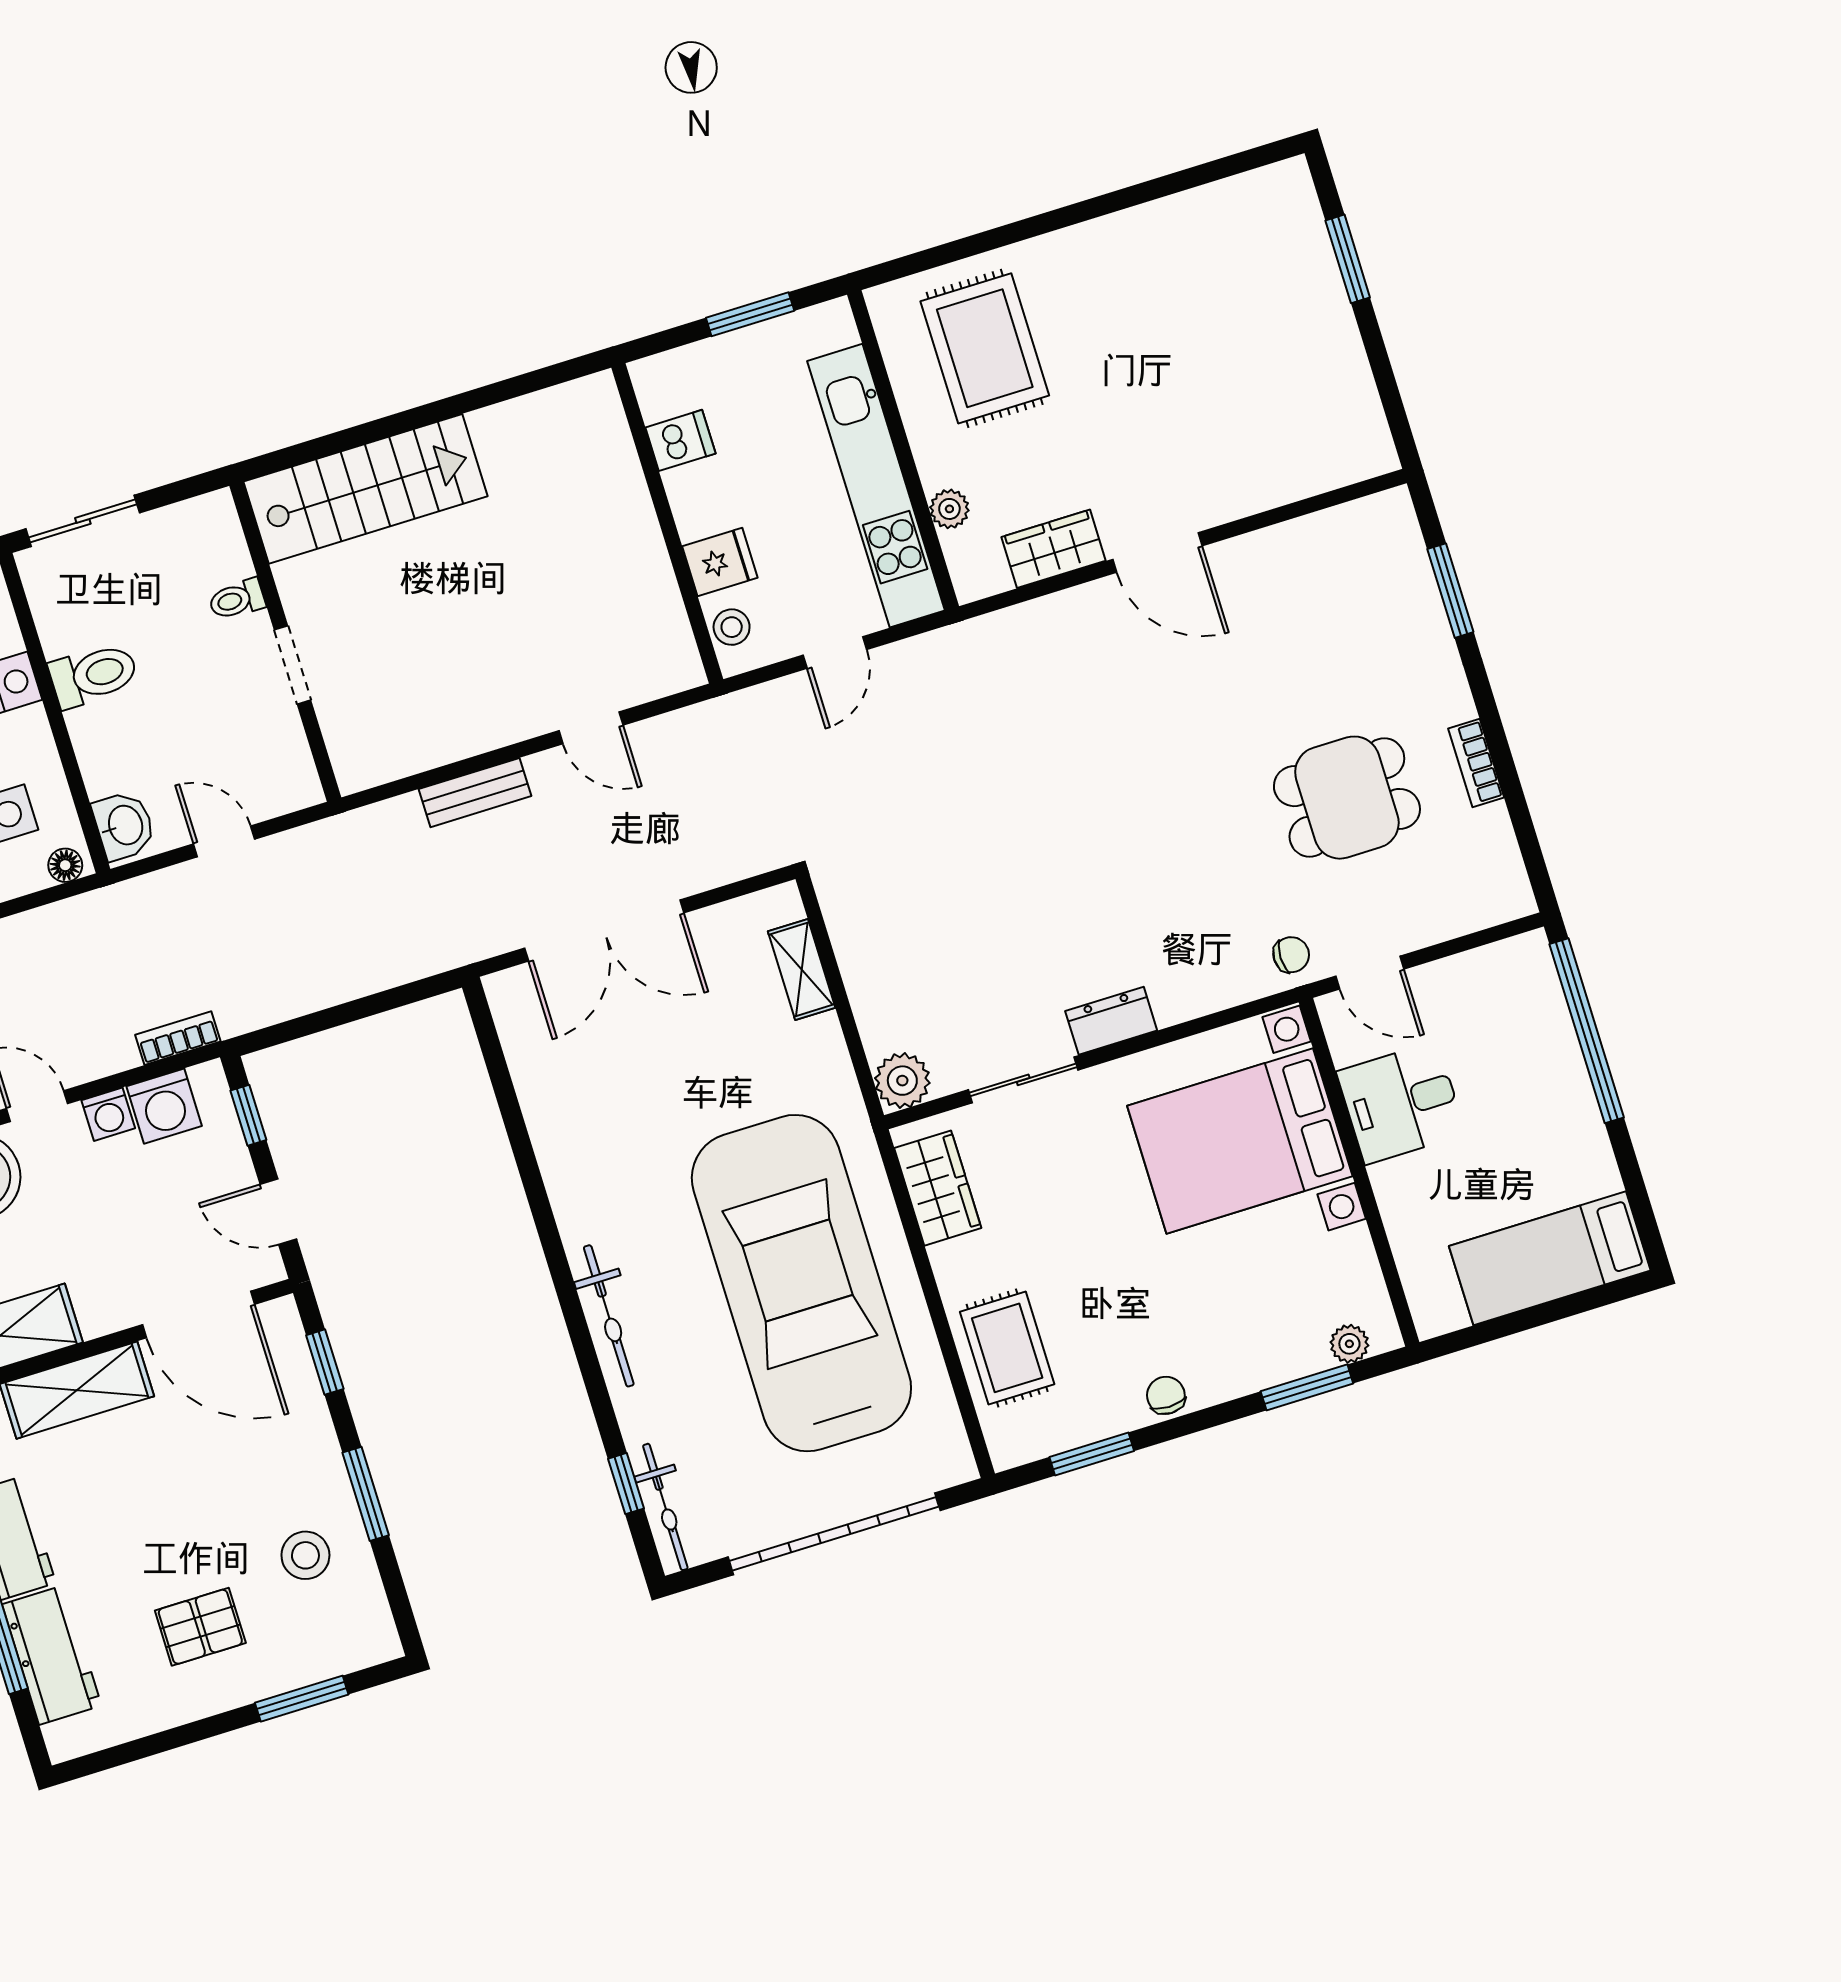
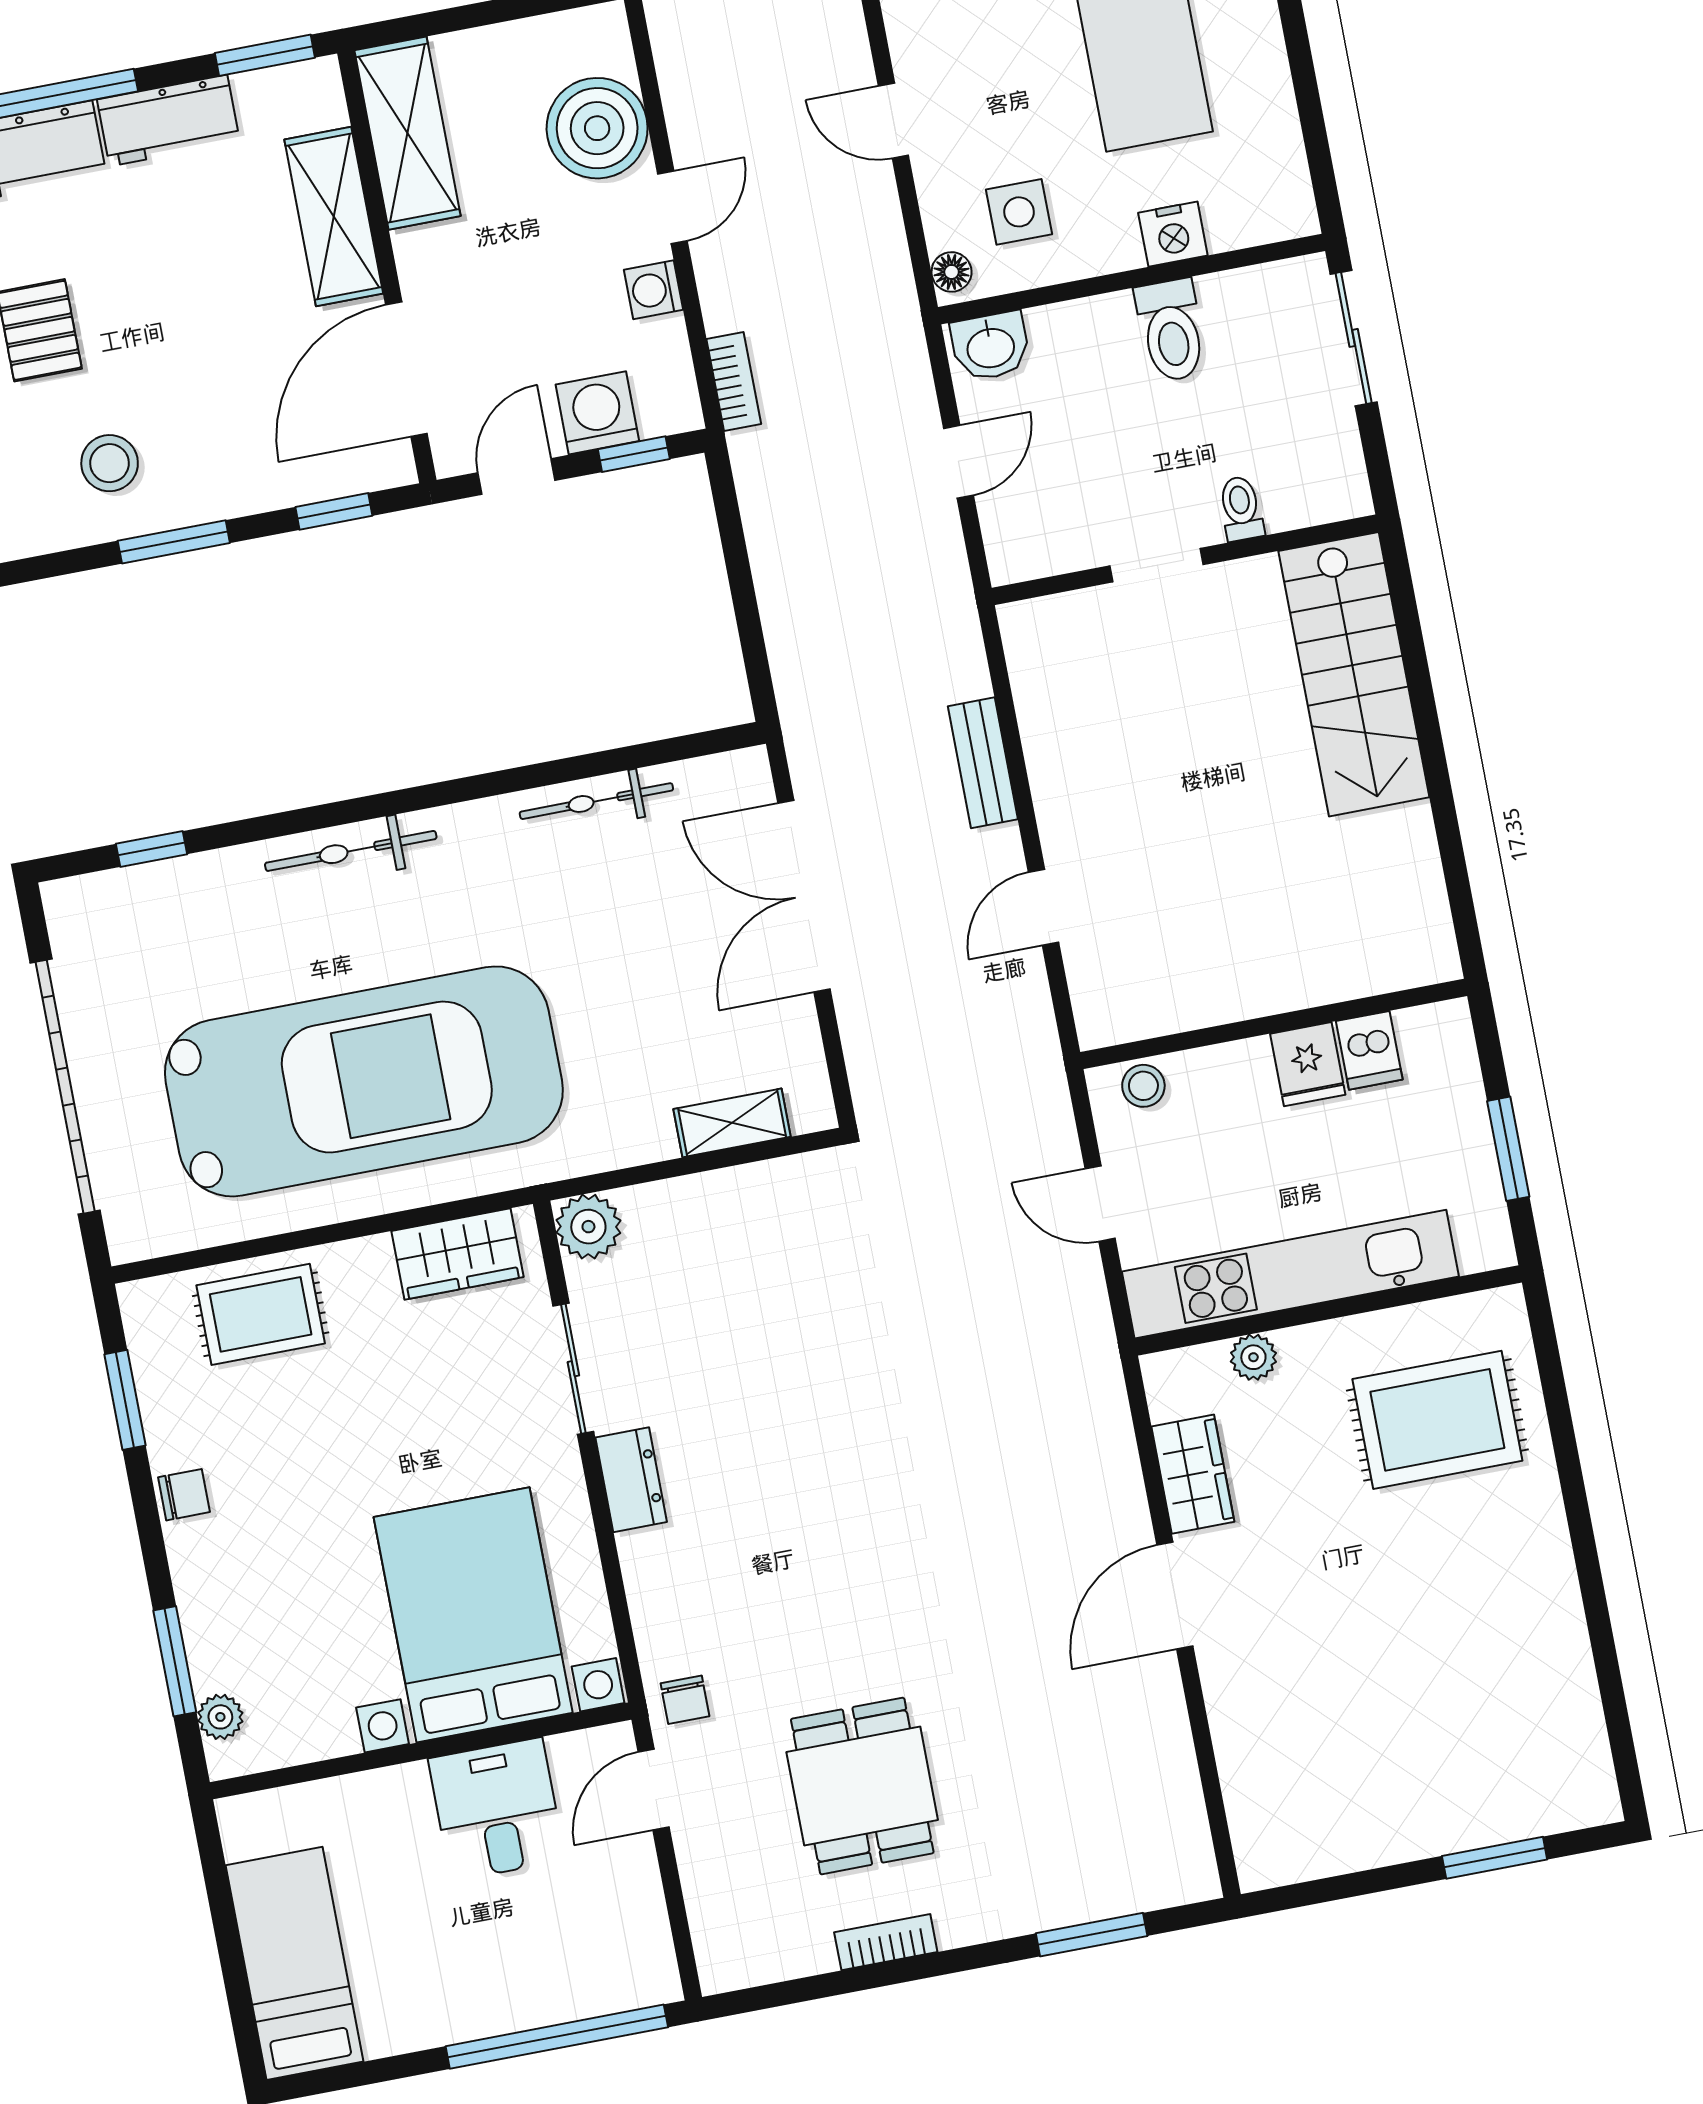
fridge: (720, 562) -> (1308, 1064), moved
washing machine: (164, 1106) -> (597, 413), moved, turned 90
bicycle: (665, 1507) -> (596, 801), moved

